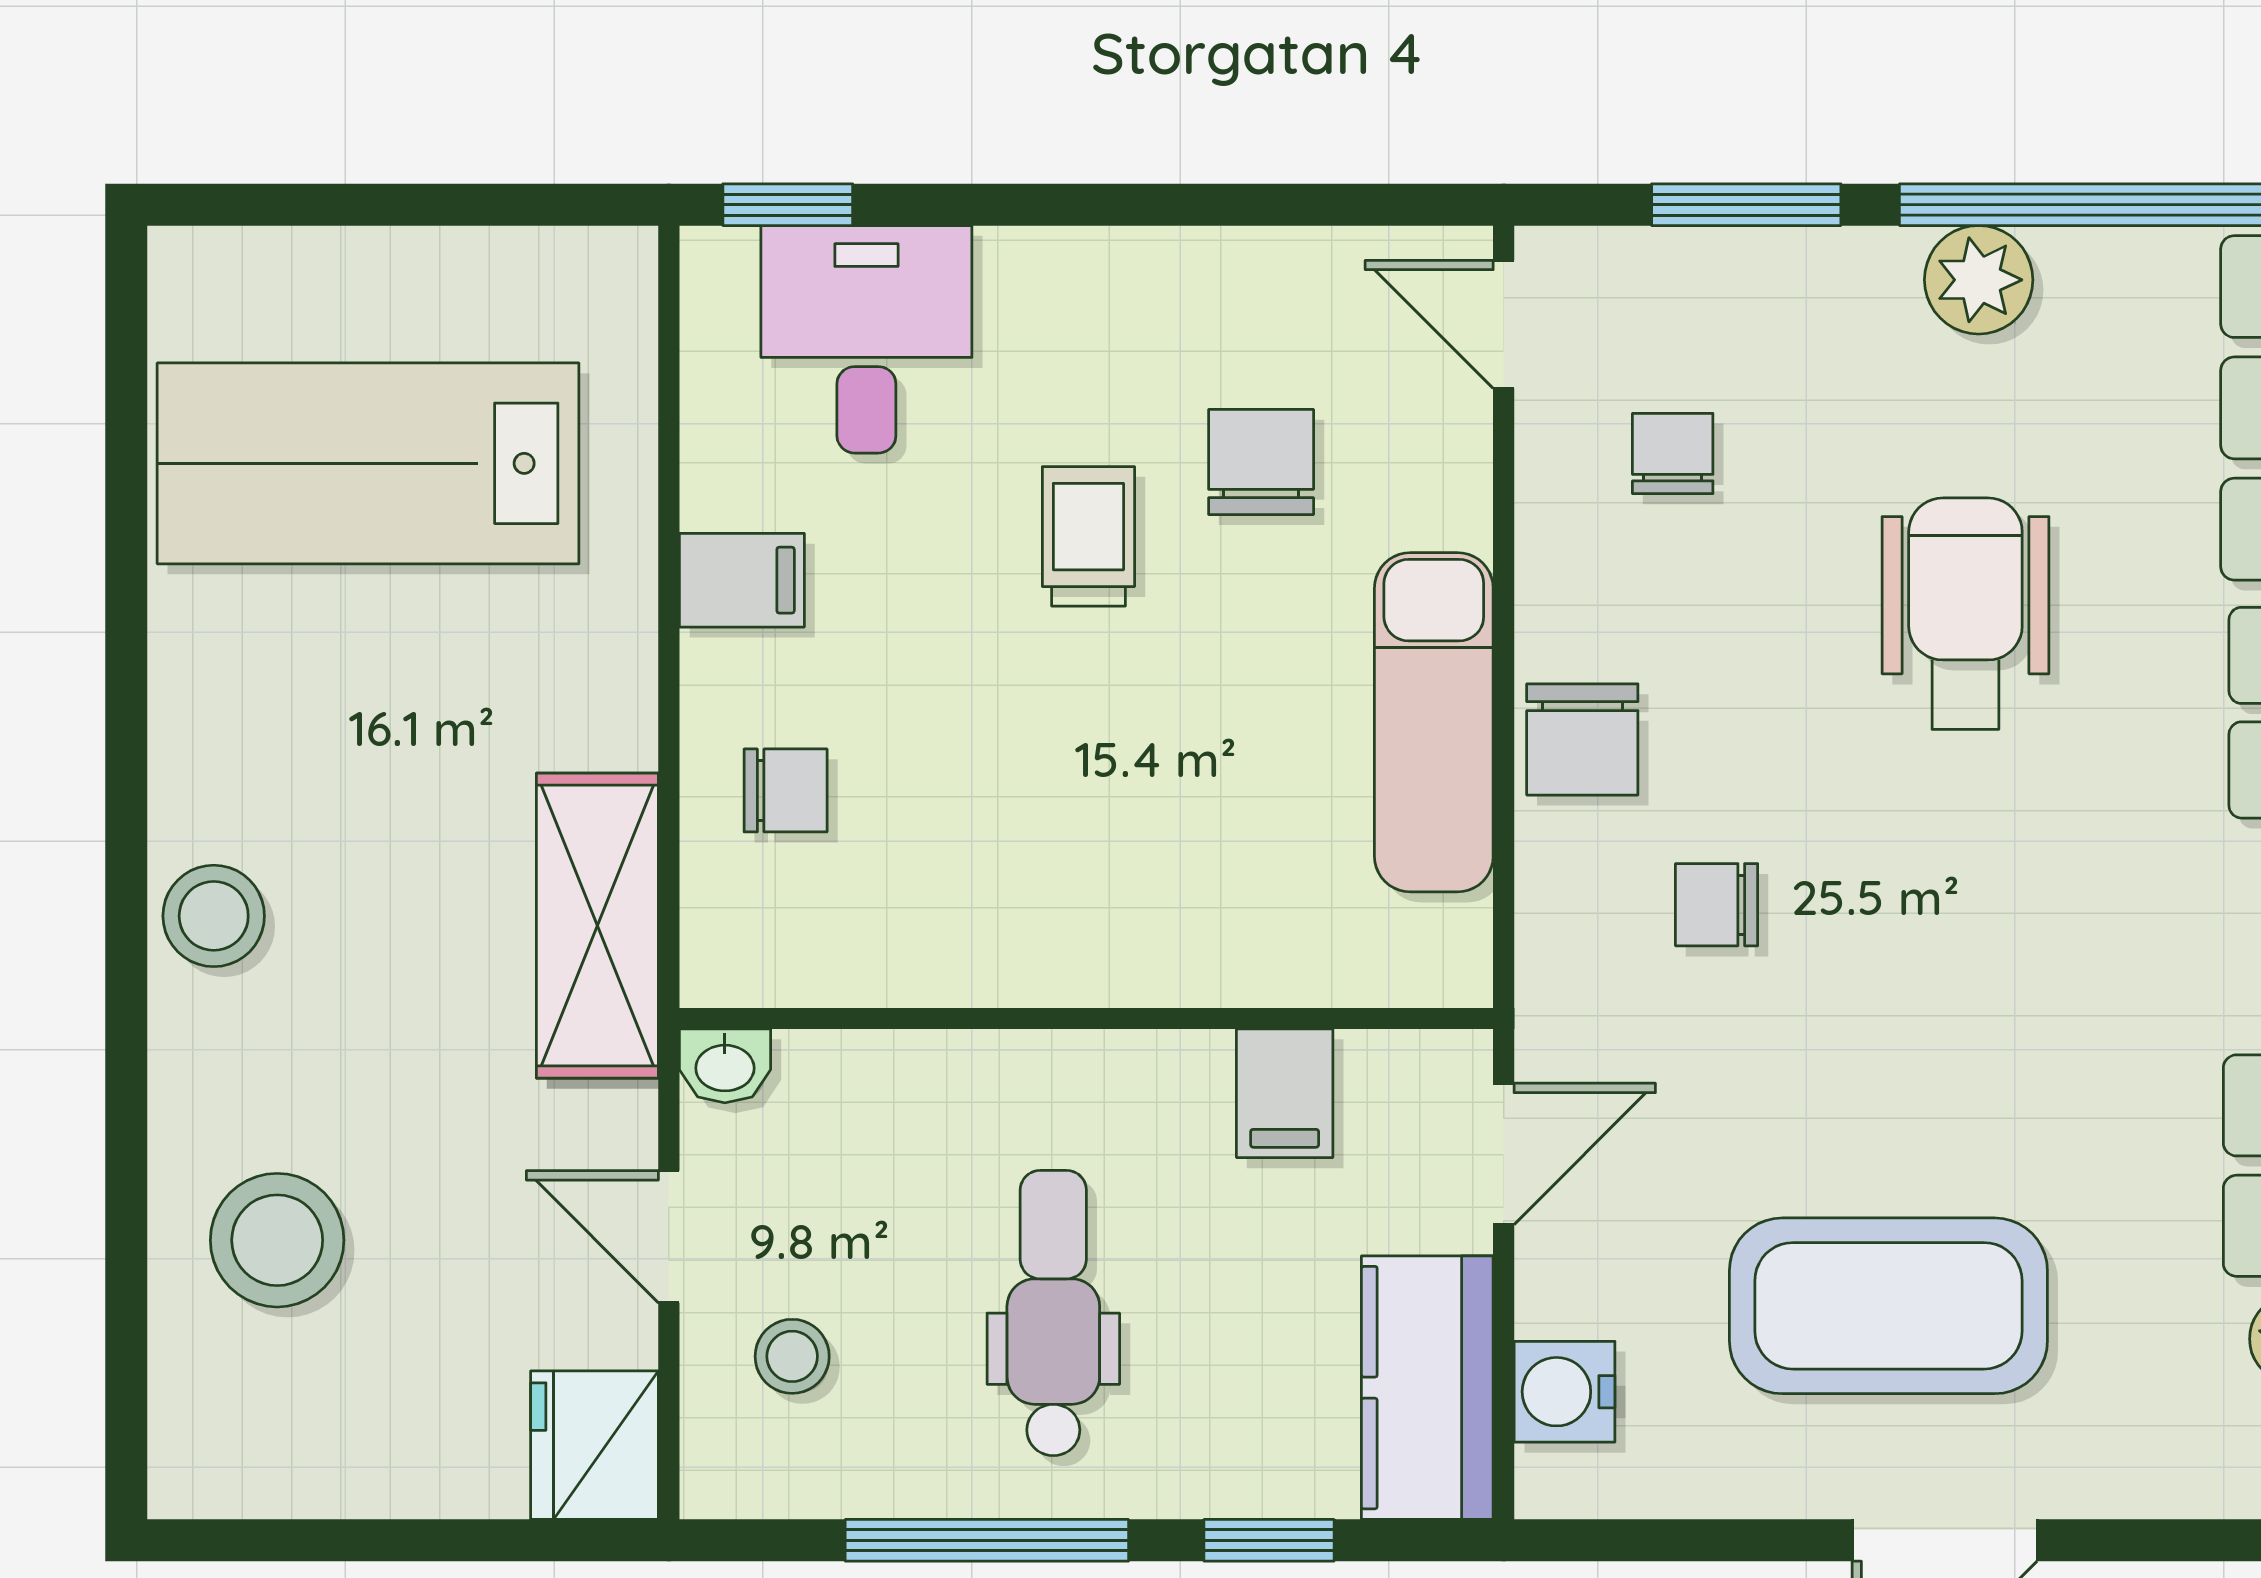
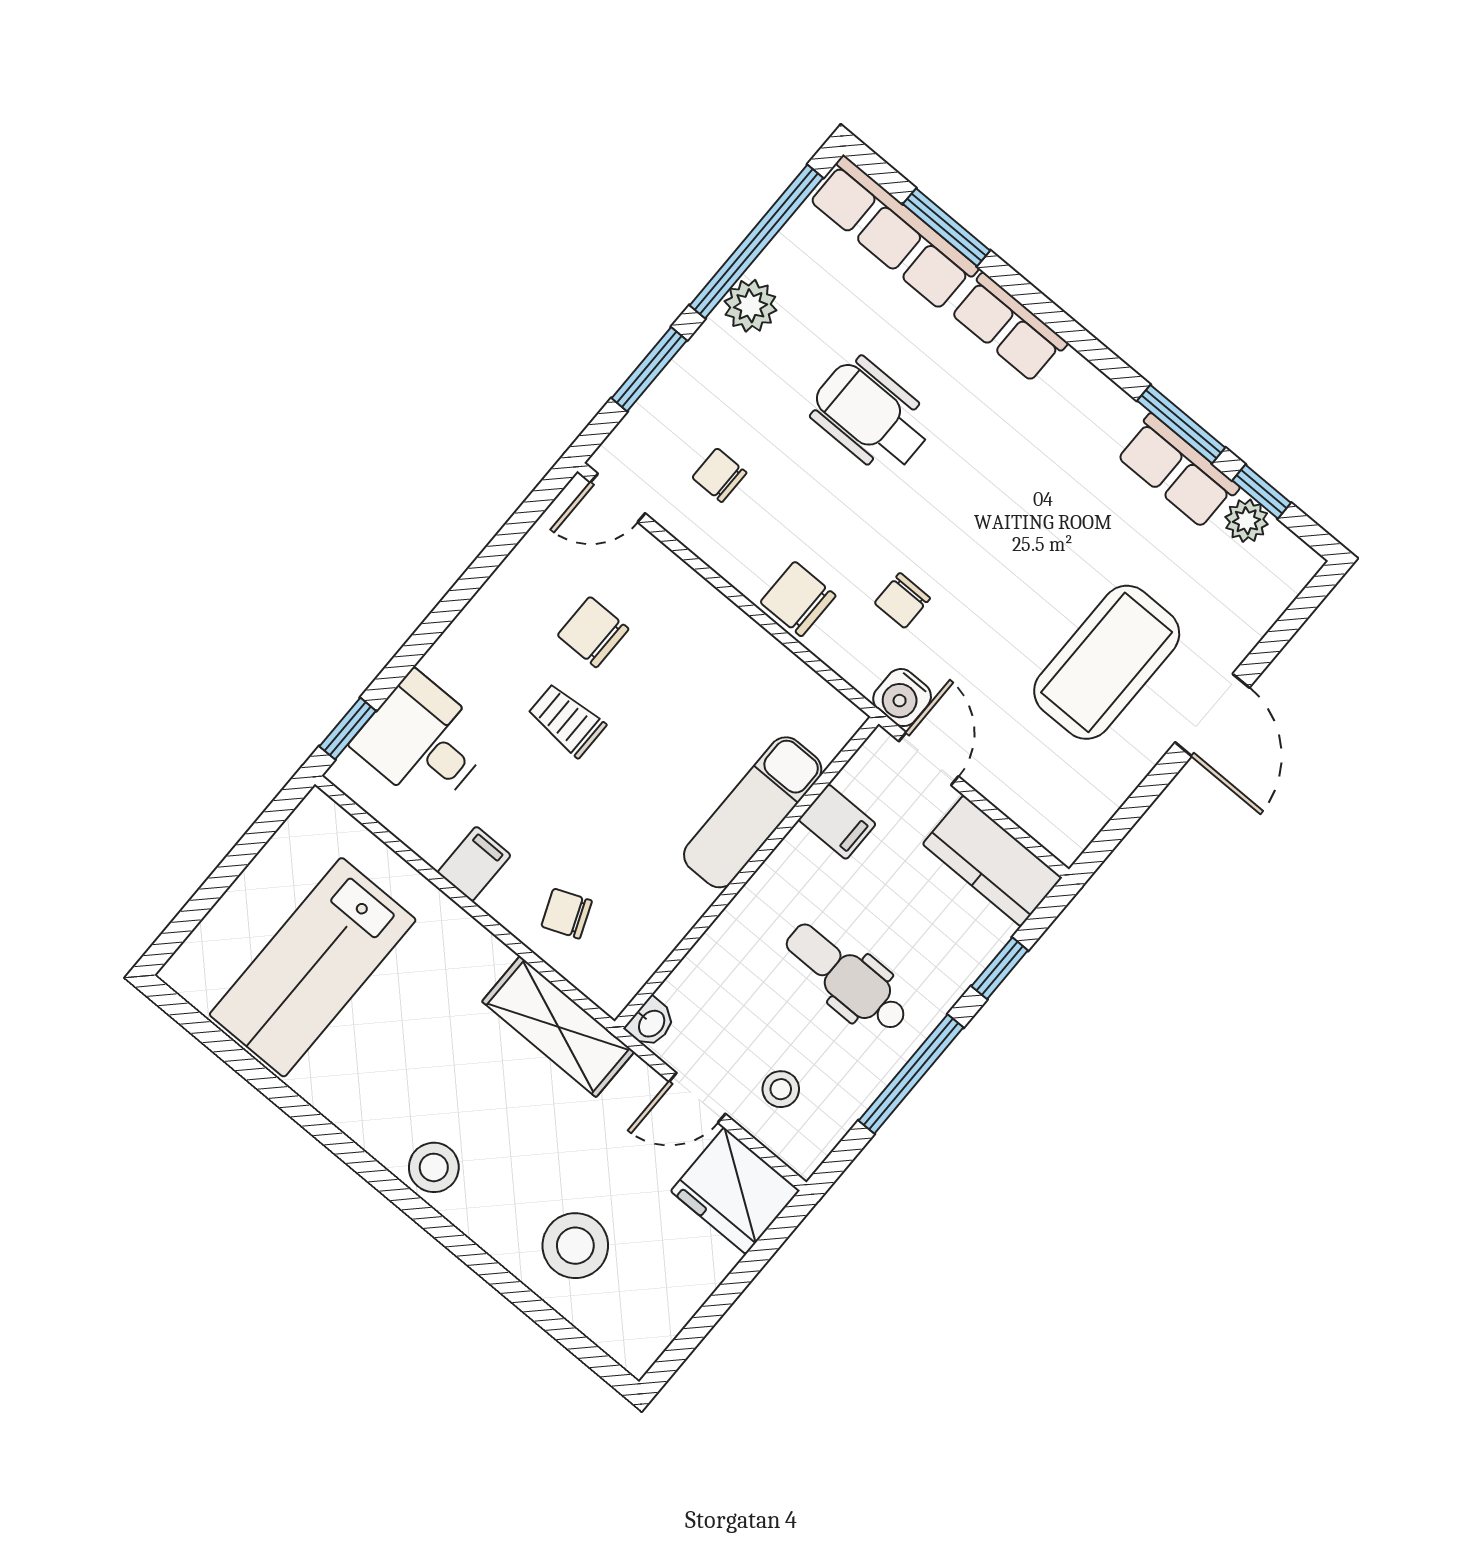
exam couch: (1434, 722) -> (753, 812), moved, turned 90
chair: (1582, 739) -> (798, 599), turned 180
chair: (786, 790) -> (567, 914), turned -112
water cooler: (1565, 1392) -> (902, 698), moved
fridge: (595, 1445) -> (735, 1191), width x1.36, depth x1.34

